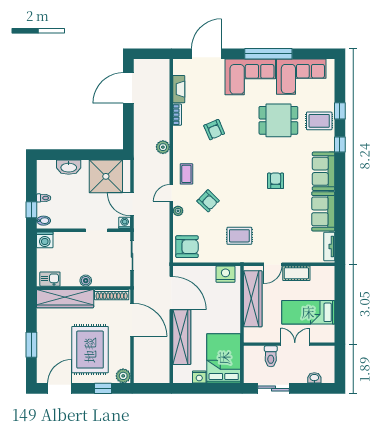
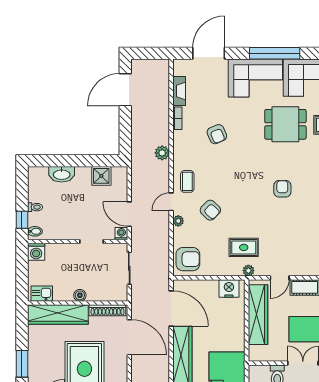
shower: (106, 176) -> (101, 176), width x0.54, depth x0.54
plant: (244, 257) -> (248, 271), added

